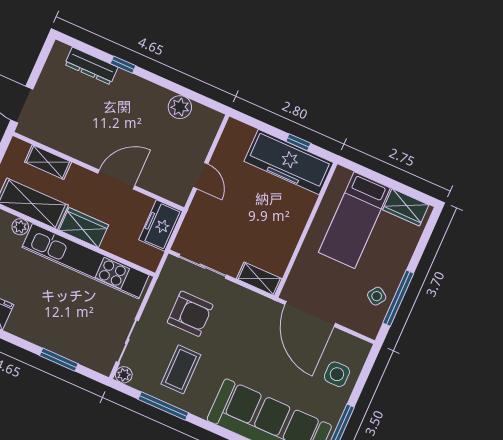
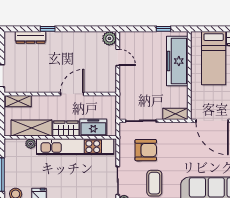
plant: (180, 107) -> (109, 38), moved
shelving: (48, 162) -> (18, 101), moved
freezer: (289, 162) -> (177, 61), moved, turned 90
door: (201, 176) -> (118, 57), moved
freezer: (161, 226) -> (93, 127), moved, turned 90

